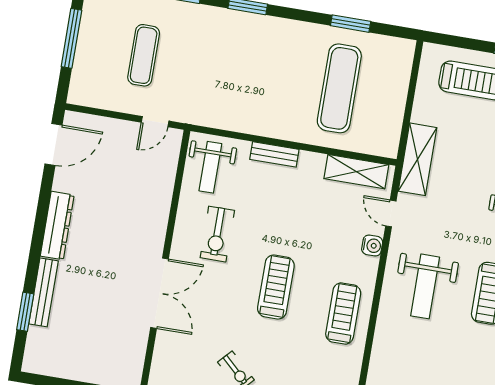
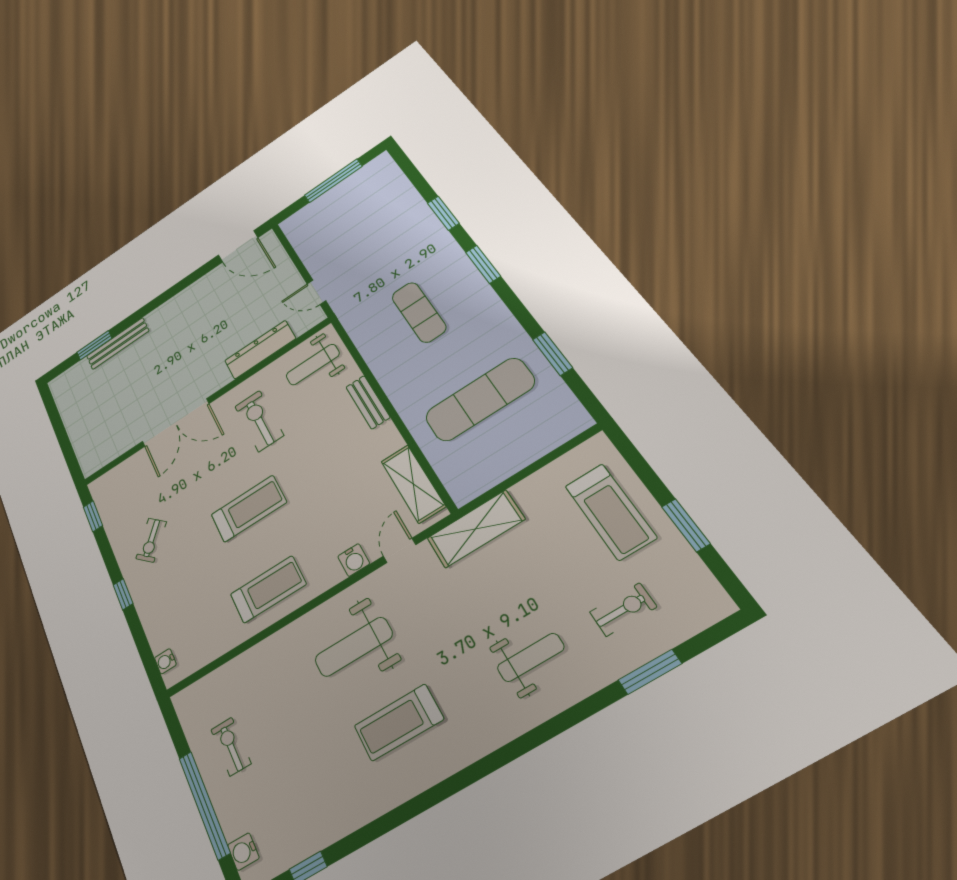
exercise mat: (144, 55) -> (419, 312), moved, turned 90
dresser: (57, 226) -> (260, 350), moved, turned 180
exercise bike: (217, 234) -> (259, 421), turned 90

